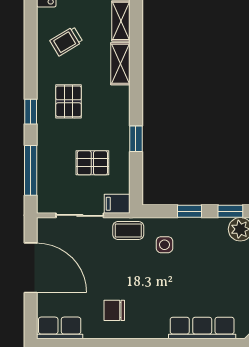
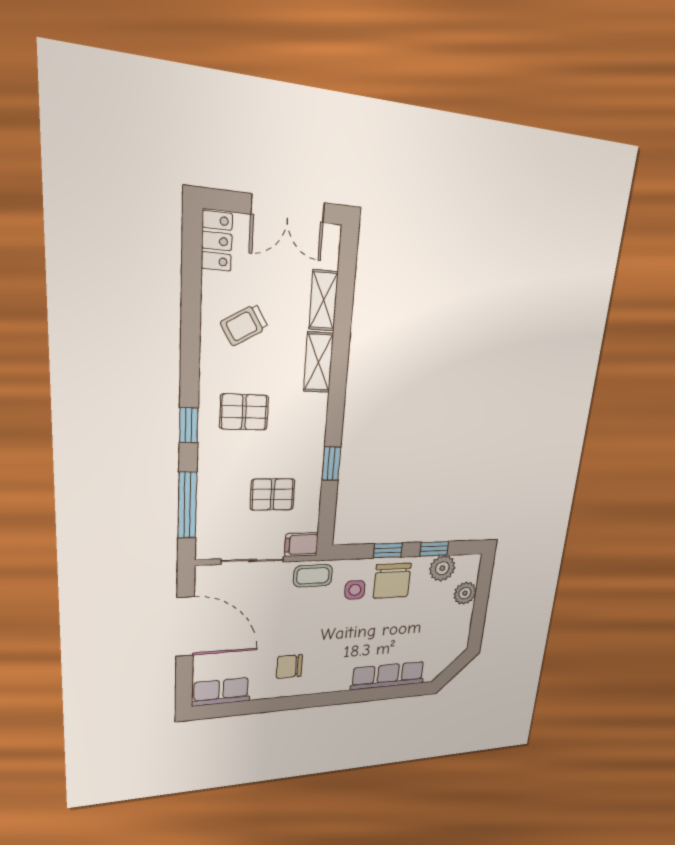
pallet: (69, 101) -> (244, 412), turned 90
chair: (196, 238) -> (392, 581), added

